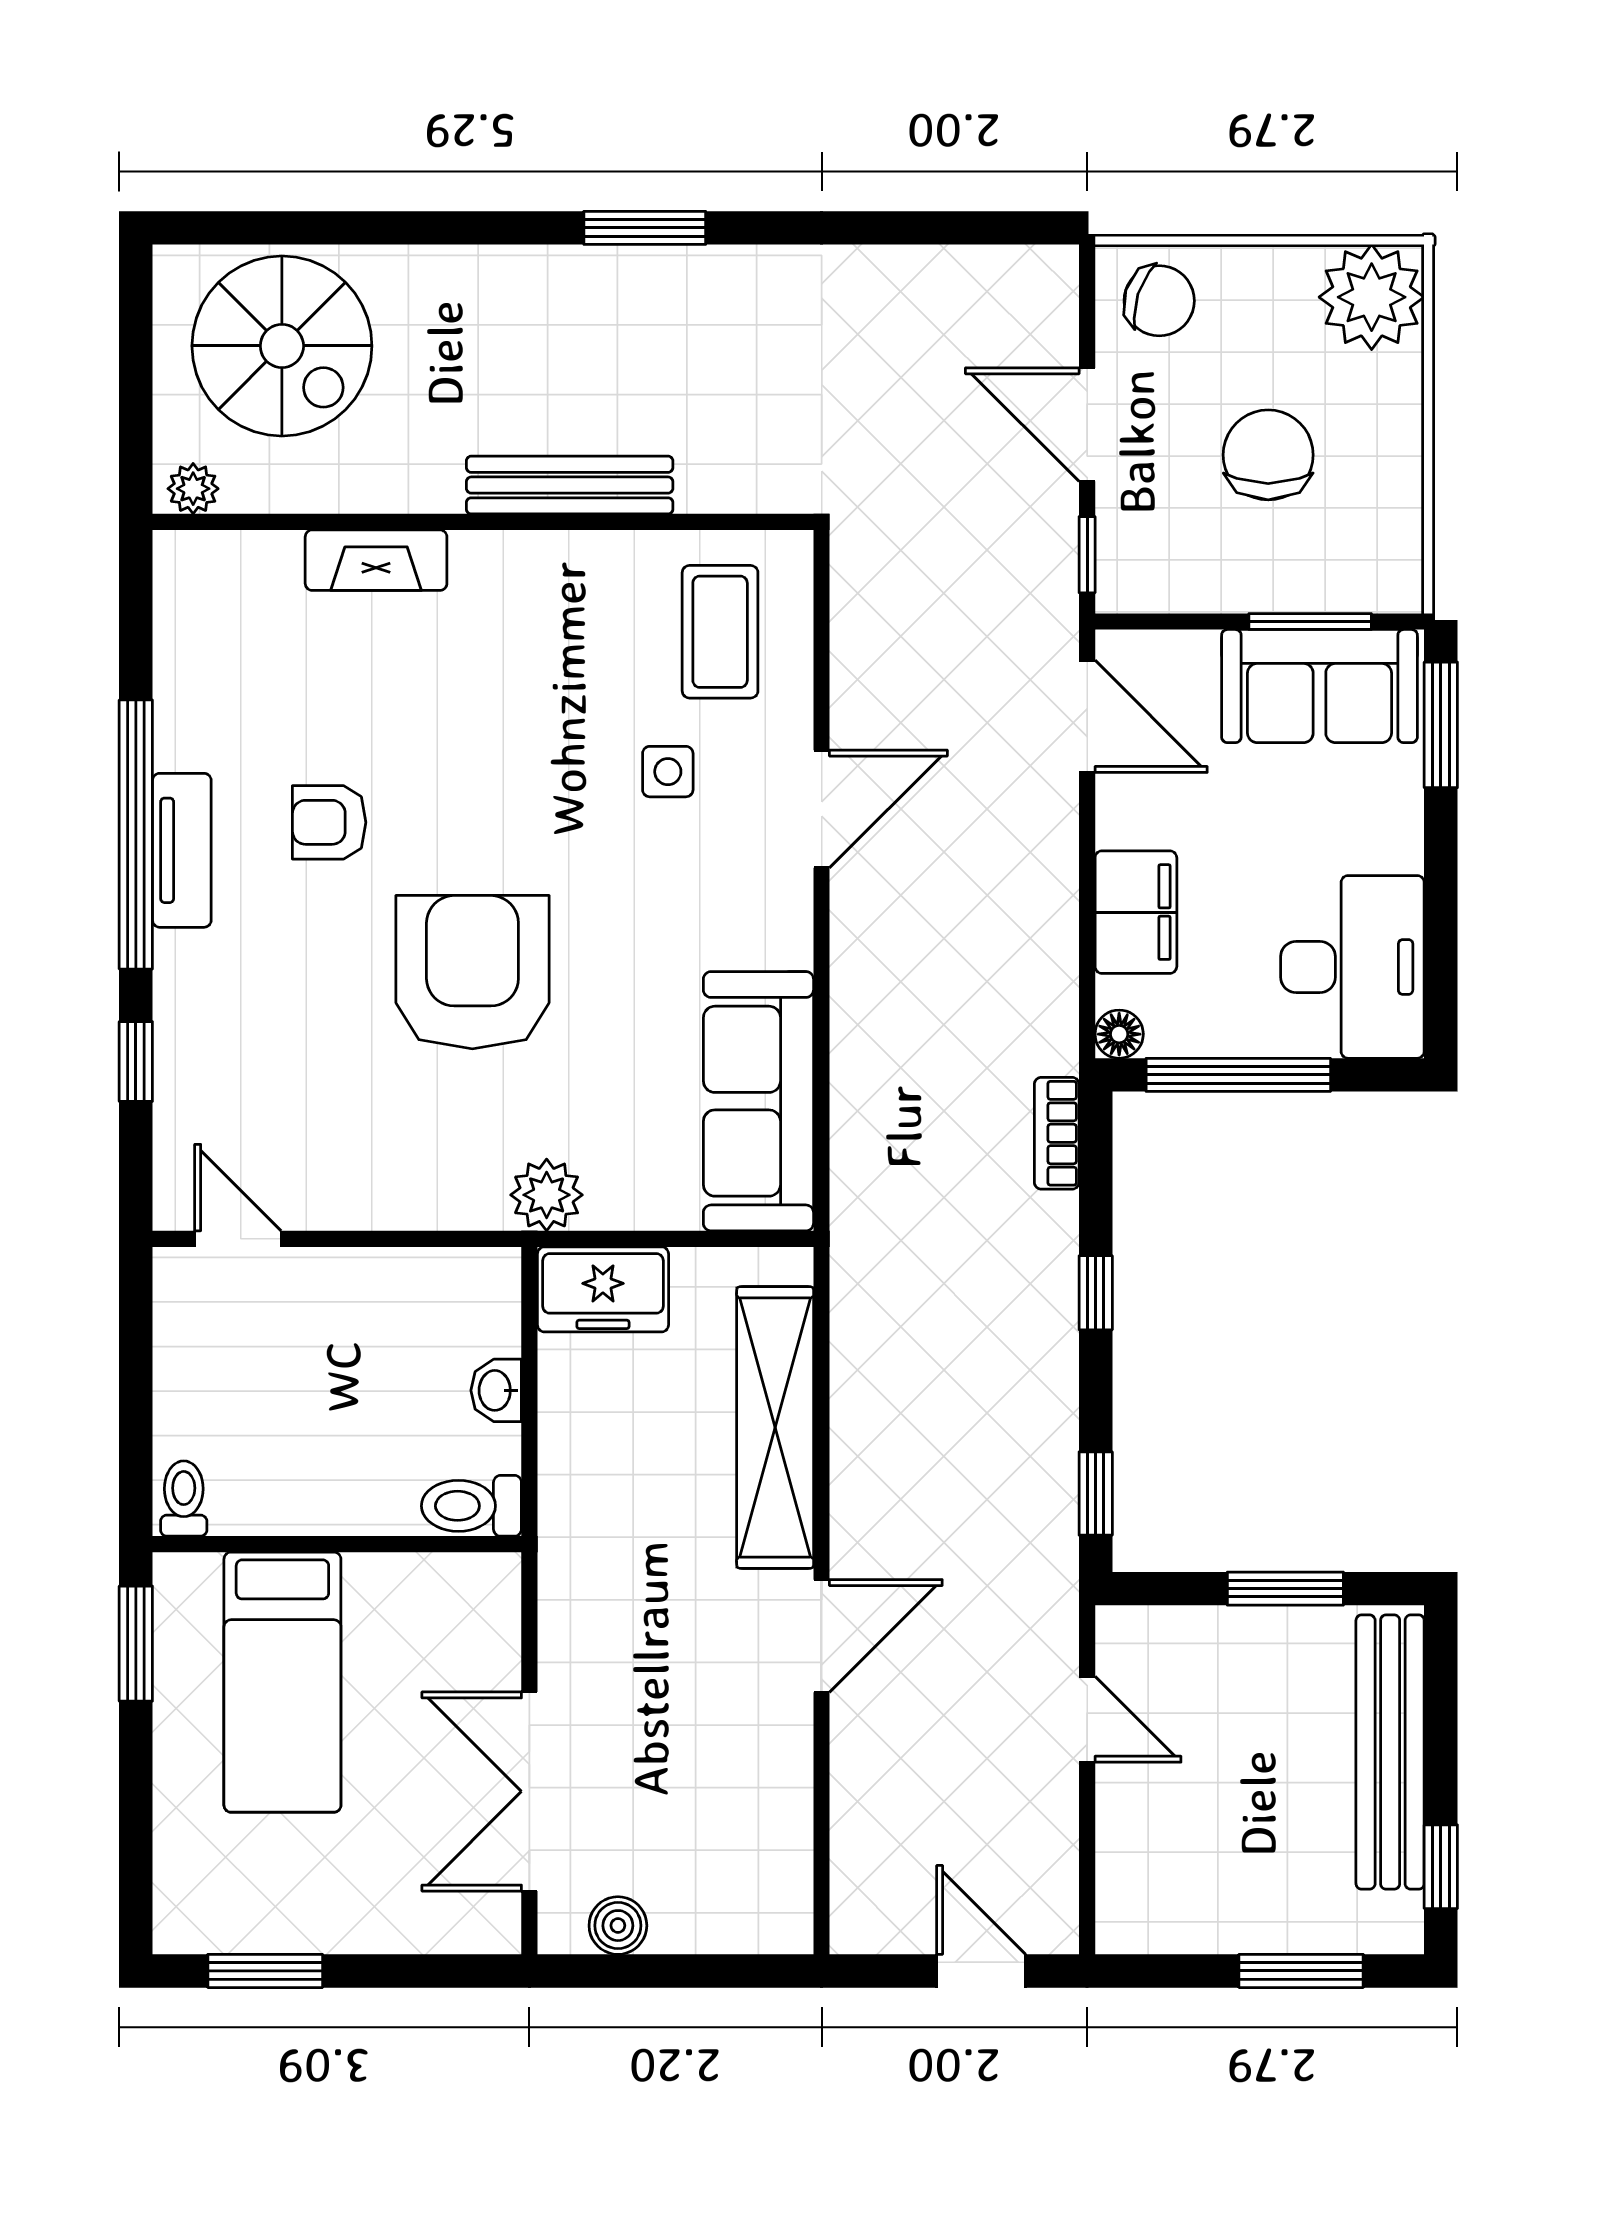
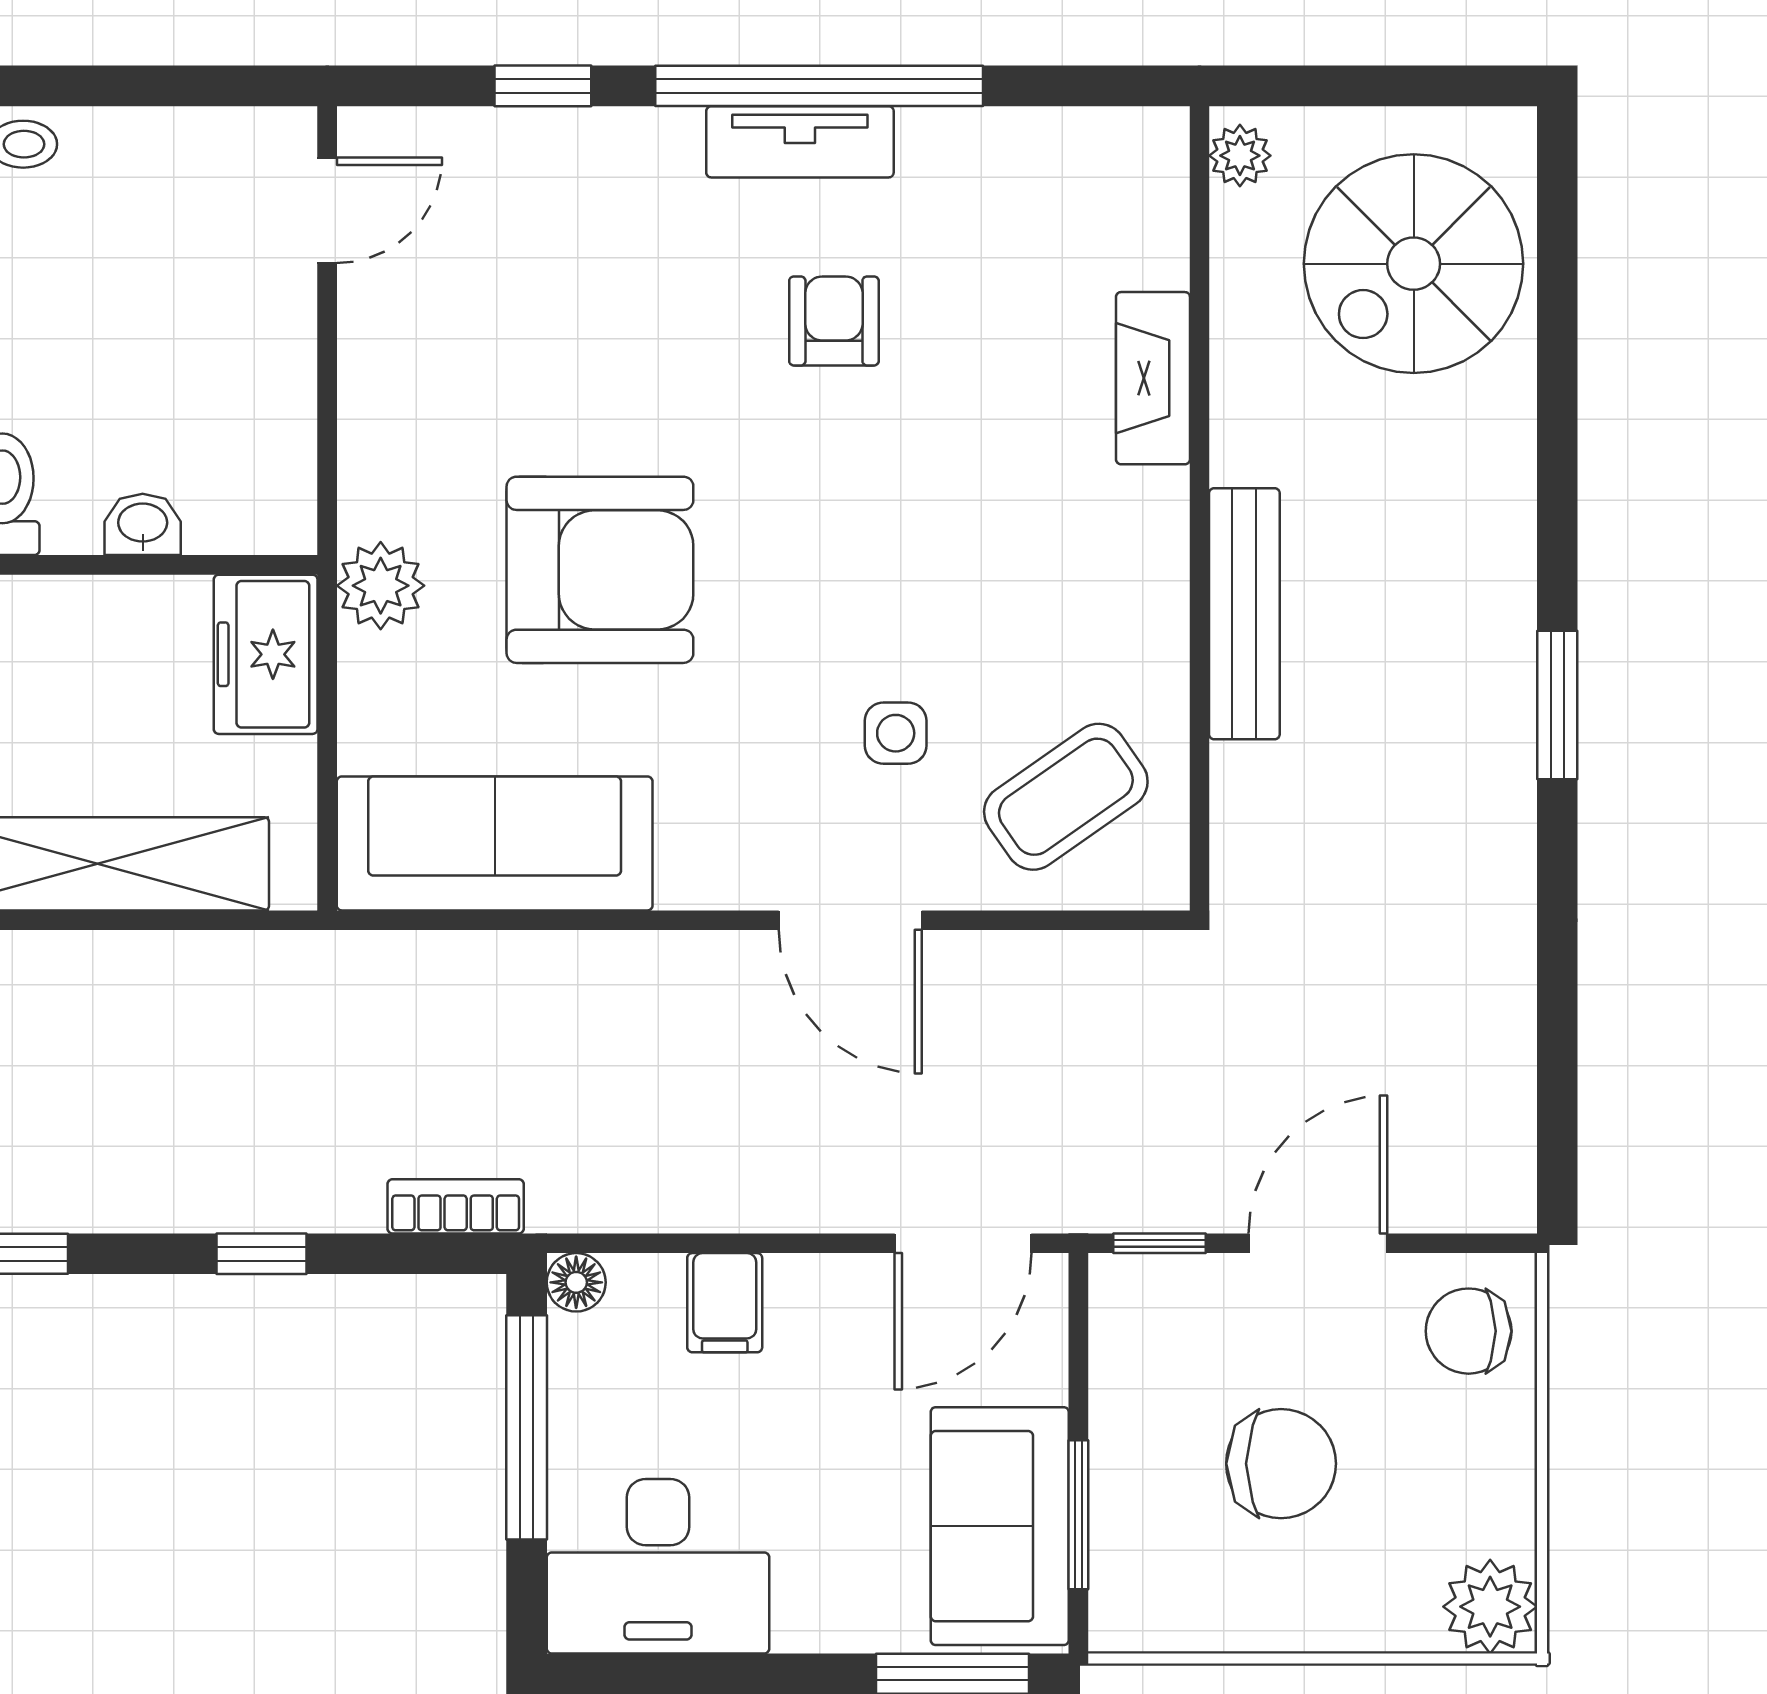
plant: (1372, 297) -> (1490, 1607), width x0.73, depth x0.73
chair: (1159, 301) -> (1469, 1331), turned 72
coffee table: (720, 632) -> (1066, 797), turned -35
filing cabinet: (1136, 912) -> (725, 1303), width x0.50
armchair: (472, 972) -> (600, 570), moved

